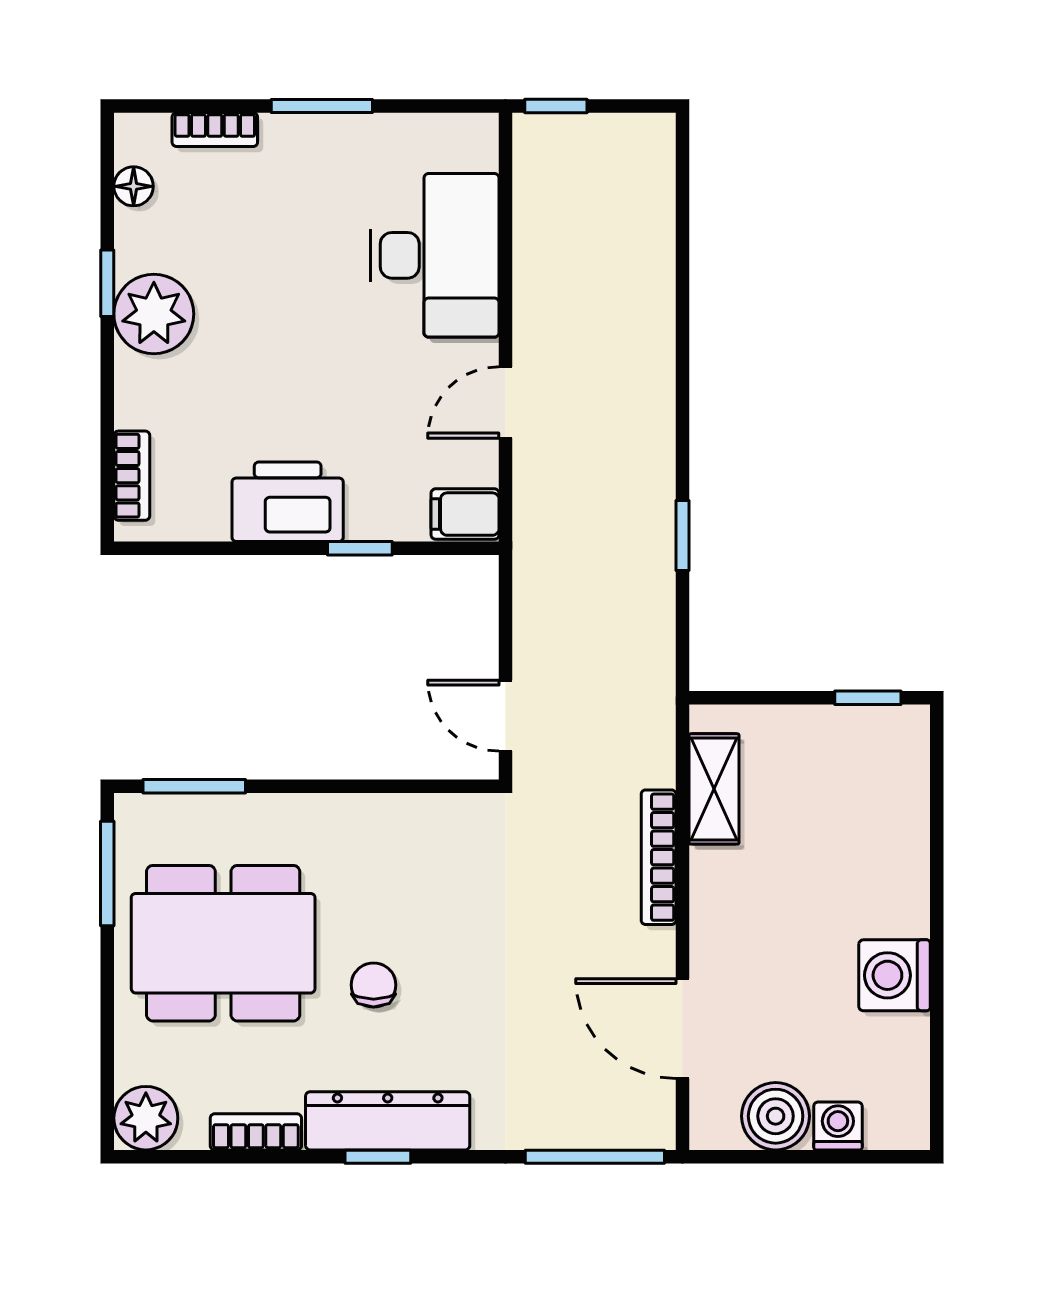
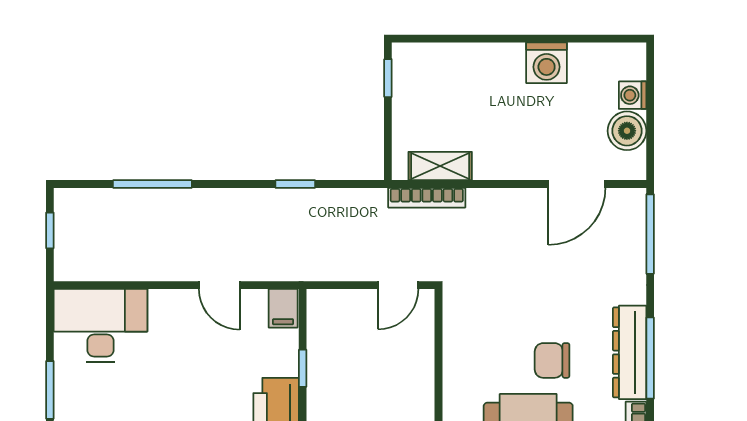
window: (556, 106) -> (50, 230), moved
desk: (434, 255) -> (100, 326), moved
window: (682, 285) -> (152, 184), added
bookcase: (659, 857) -> (427, 198), moved
chair: (374, 985) -> (552, 360), width x1.37, depth x1.37
window: (378, 1157) -> (650, 358), width x2.17

